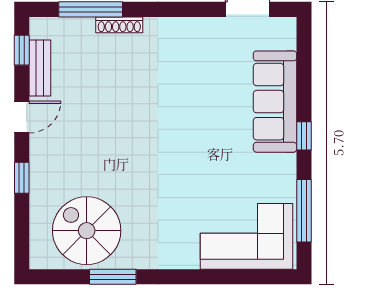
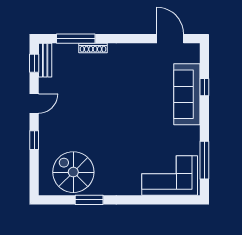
bench: (40, 68) -> (45, 60), moved
window: (304, 136) -> (204, 87), moved

